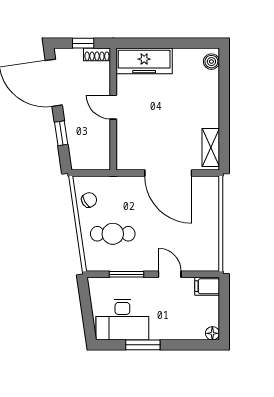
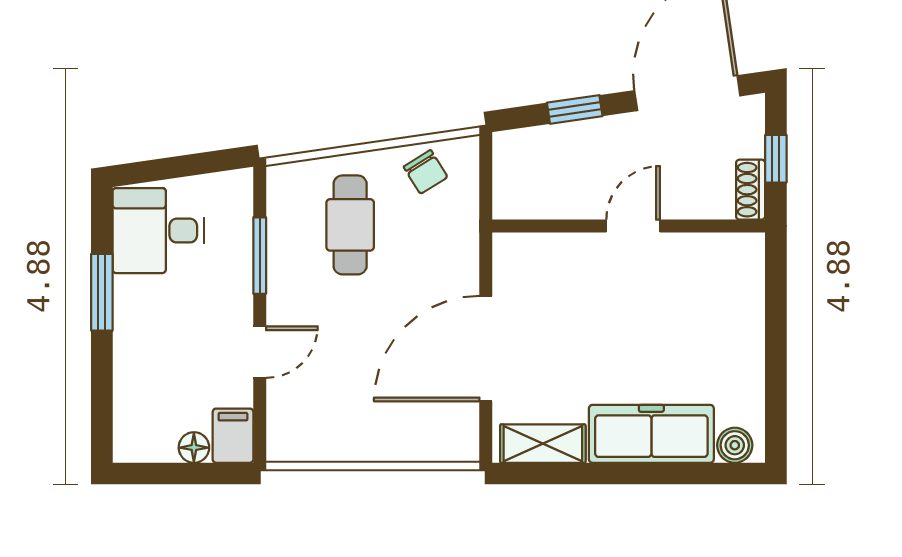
freezer: (144, 61) -> (651, 434), moved, turned 90
desk: (122, 320) -> (158, 231), width x0.73
floor lamp: (212, 333) -> (194, 448), moved

